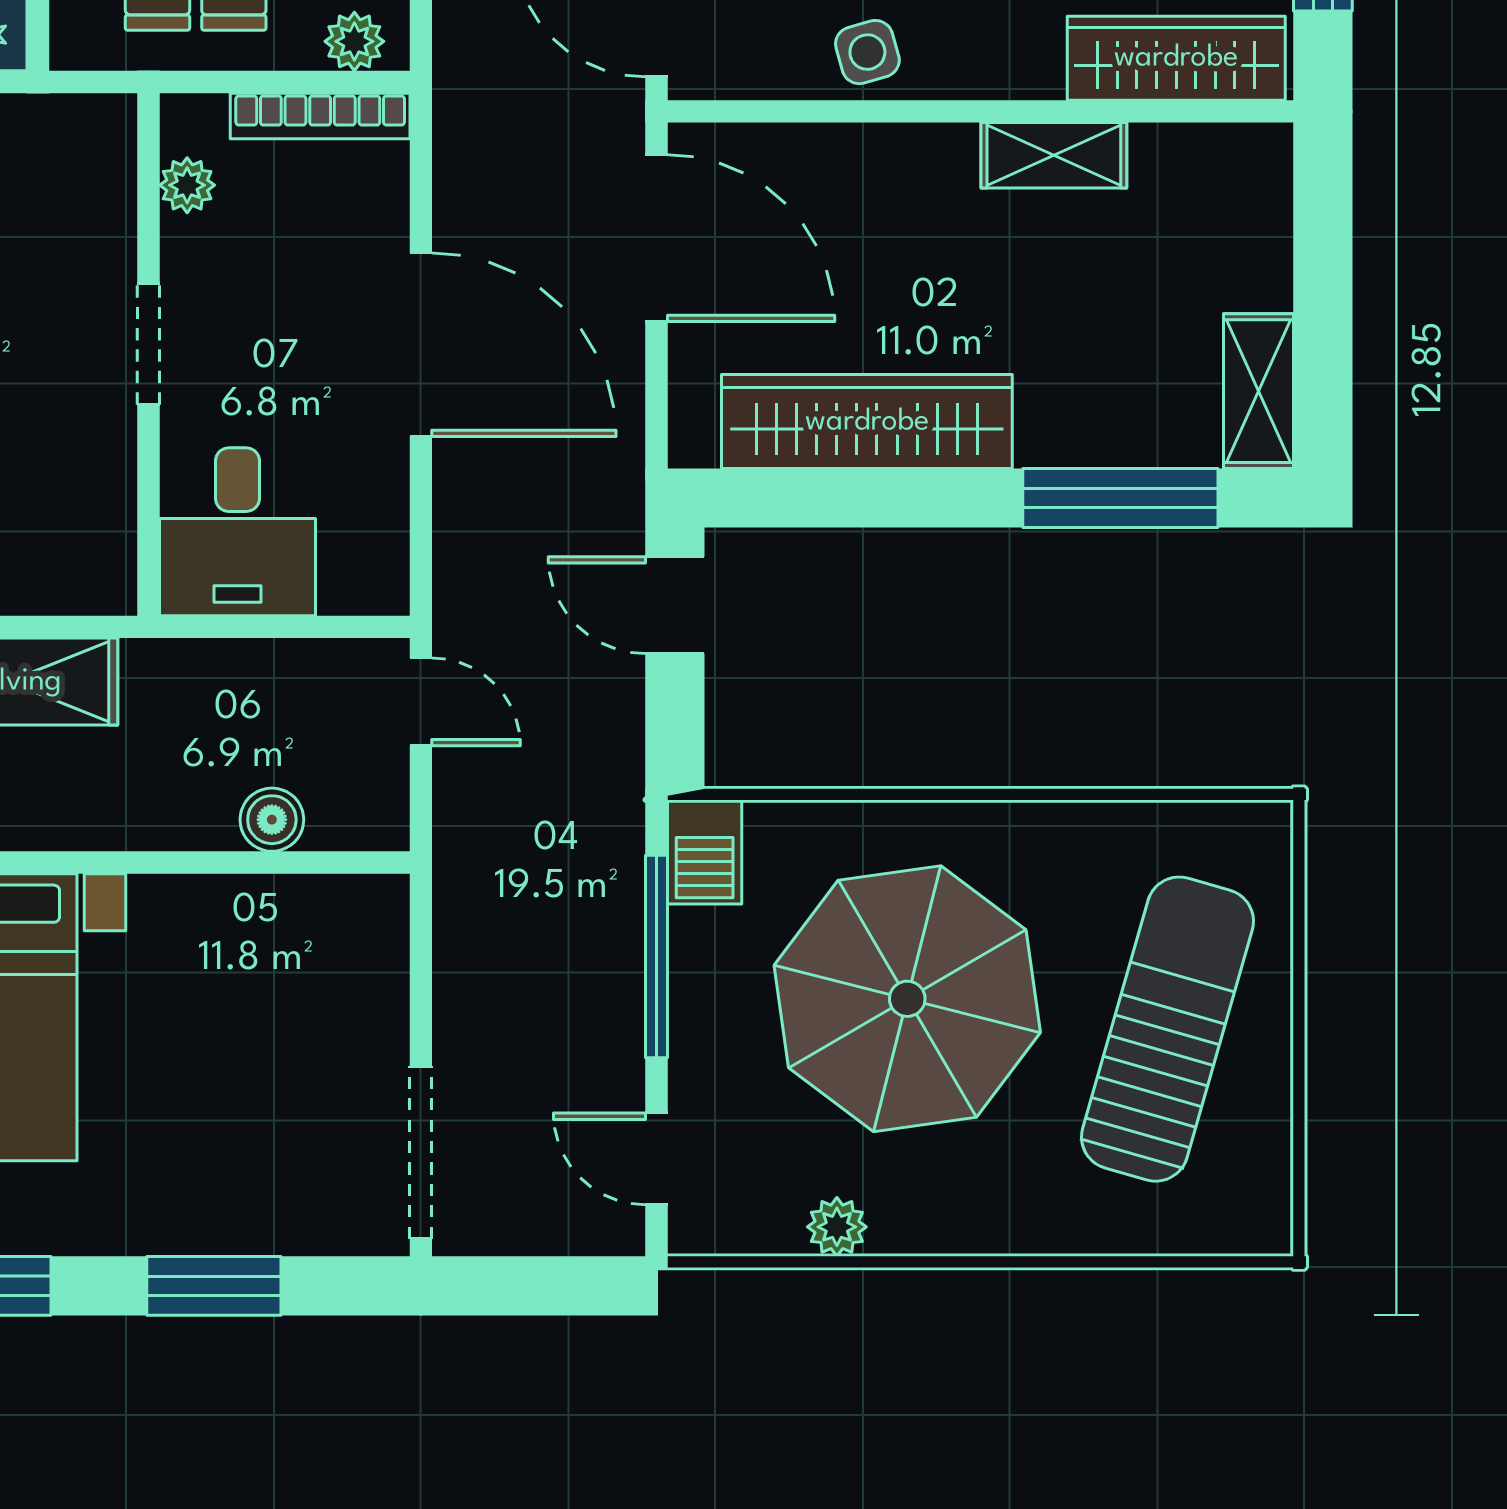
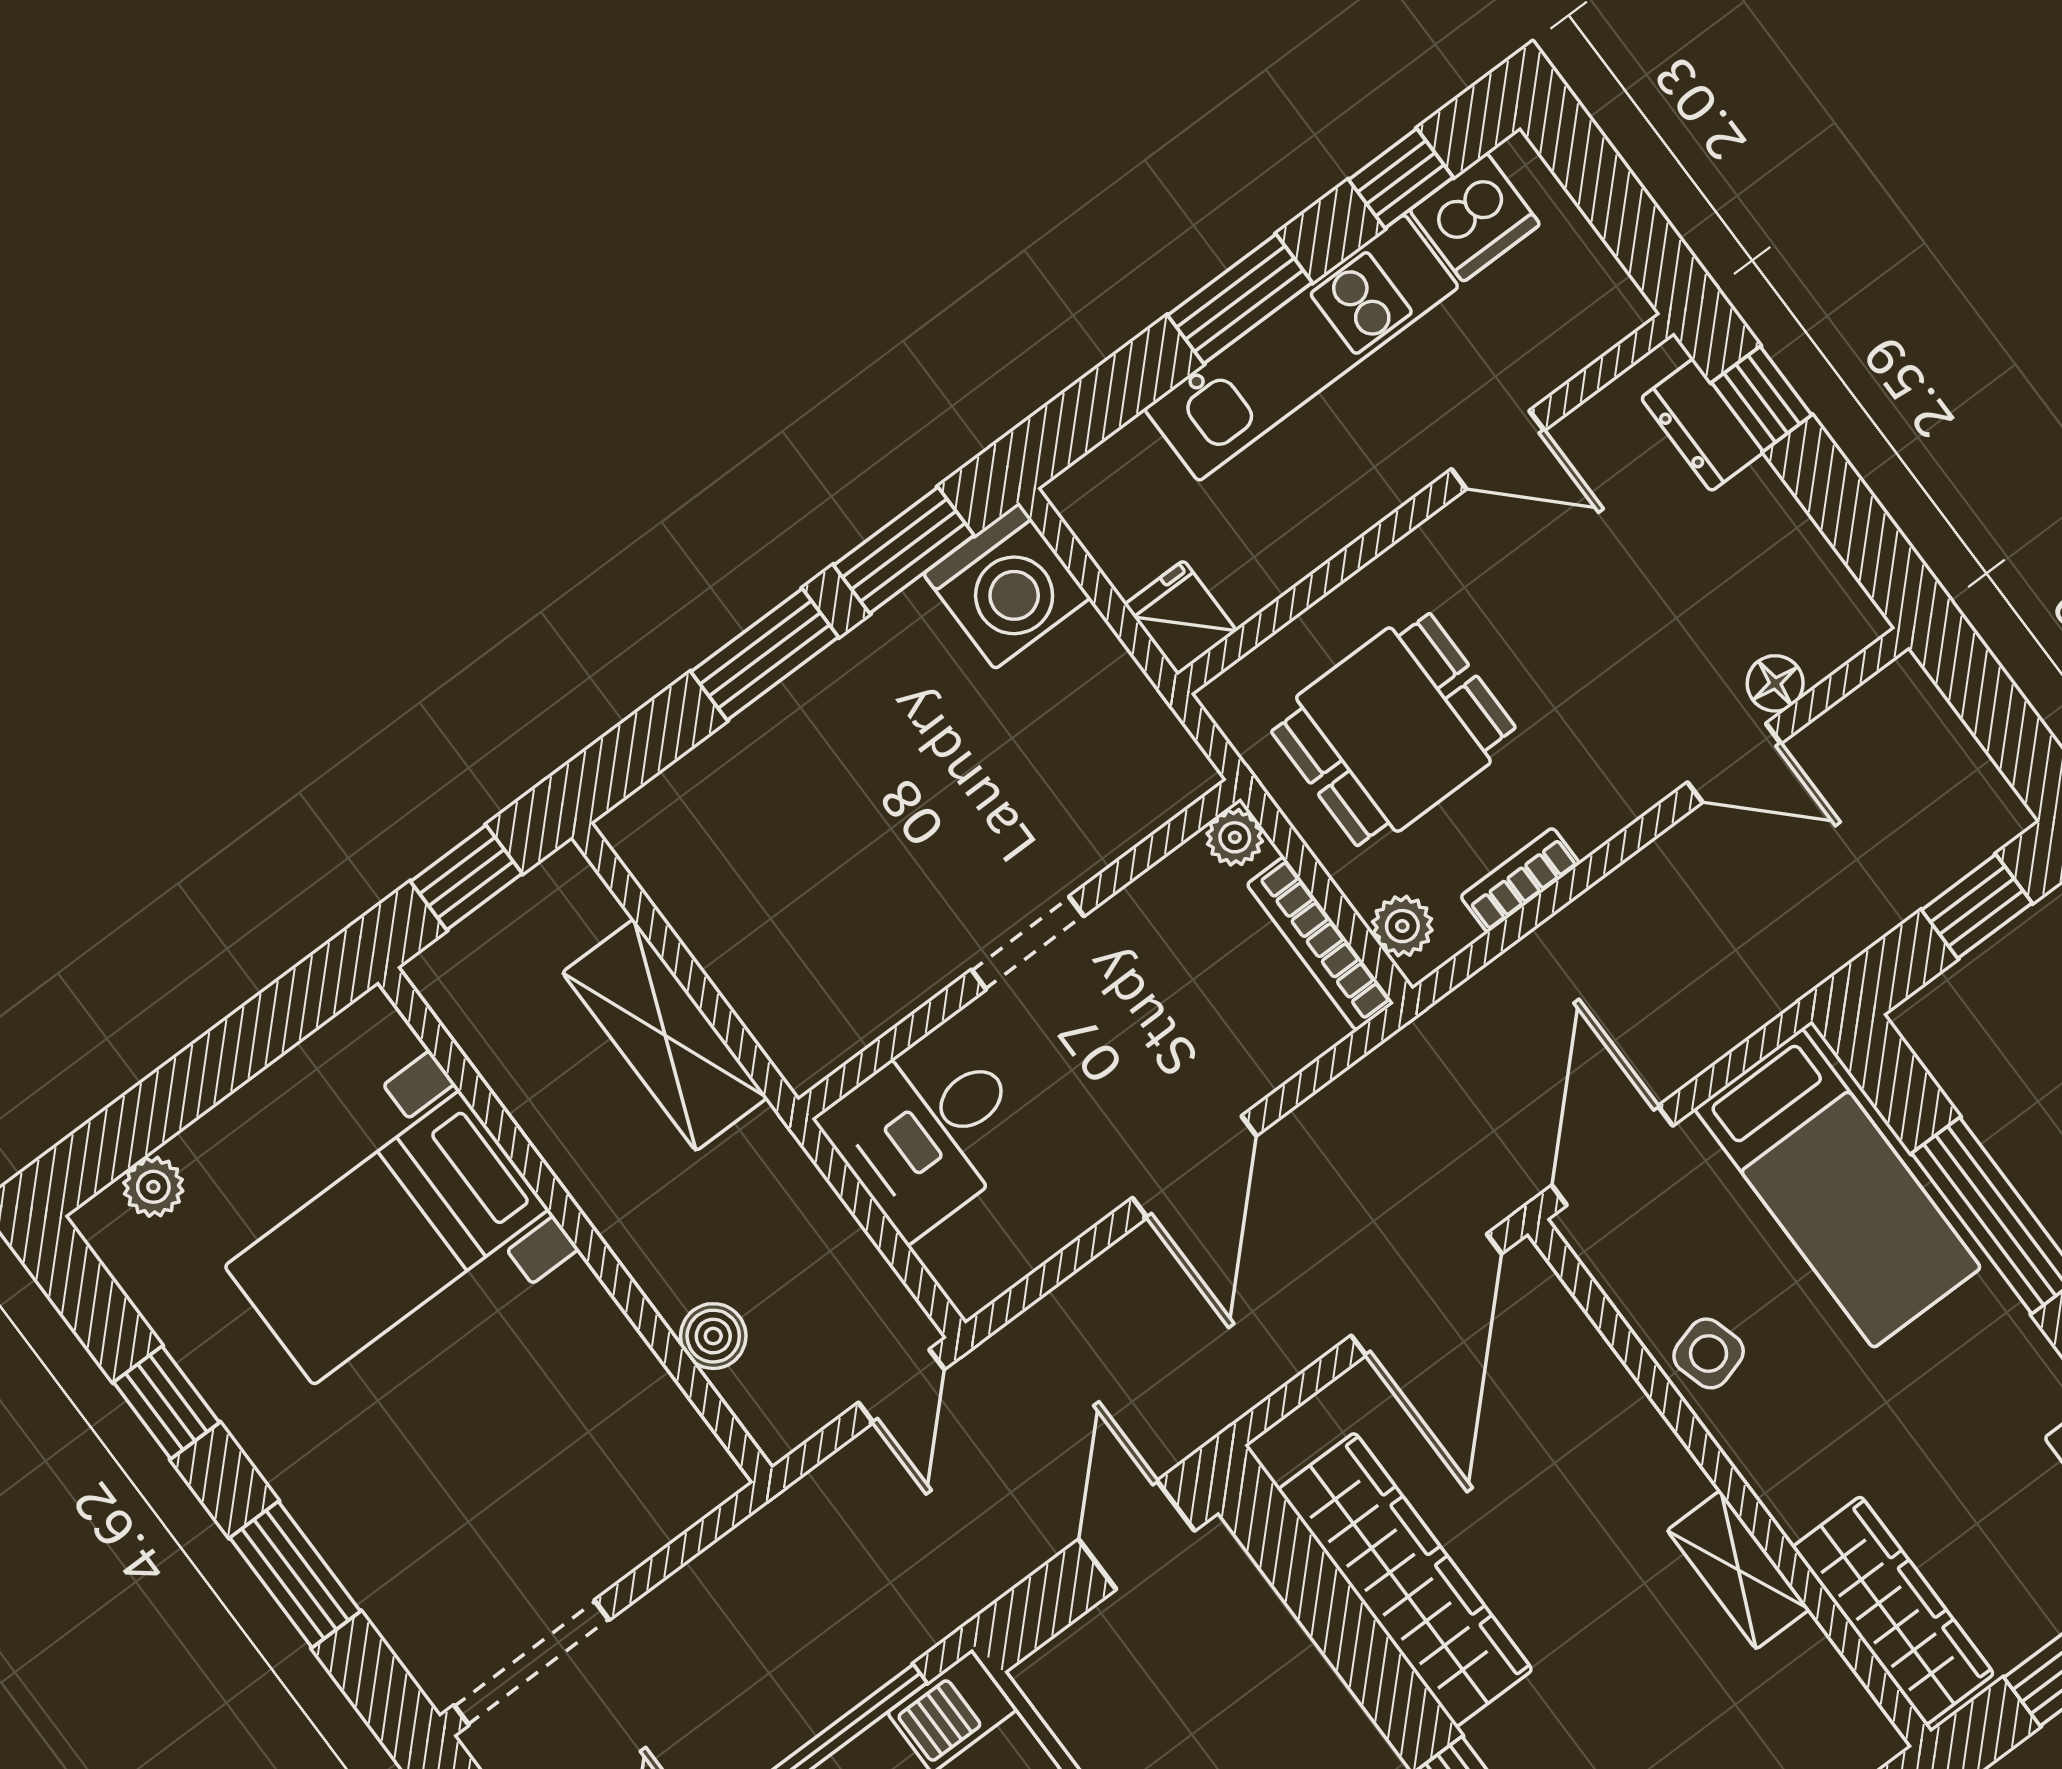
plant: (187, 185) -> (1235, 837), moved
door: (421, 345) -> (1194, 1167), width x0.73

